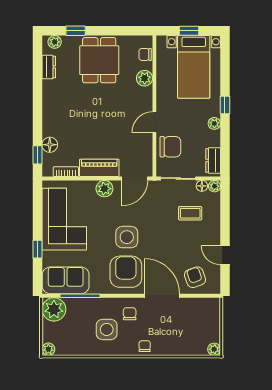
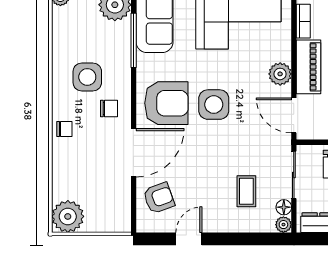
plant: (214, 349) -> (68, 216), width x1.88, depth x1.88

